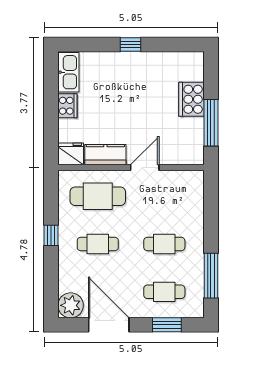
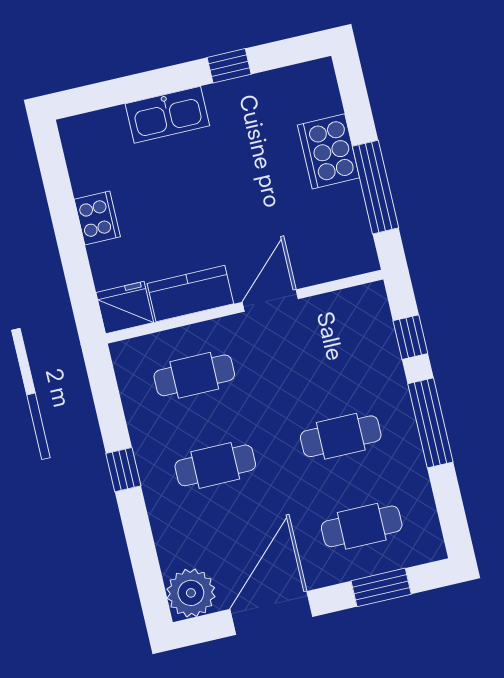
window: (130, 45) -> (229, 66), moved
kitchen sink: (68, 72) -> (167, 115), moved, turned 90
cafe table: (98, 196) -> (194, 375), width x0.73, depth x0.74
window: (211, 202) -> (410, 337), added
window: (211, 276) -> (430, 423), moved
door: (109, 325) -> (271, 613), hinge flipped

